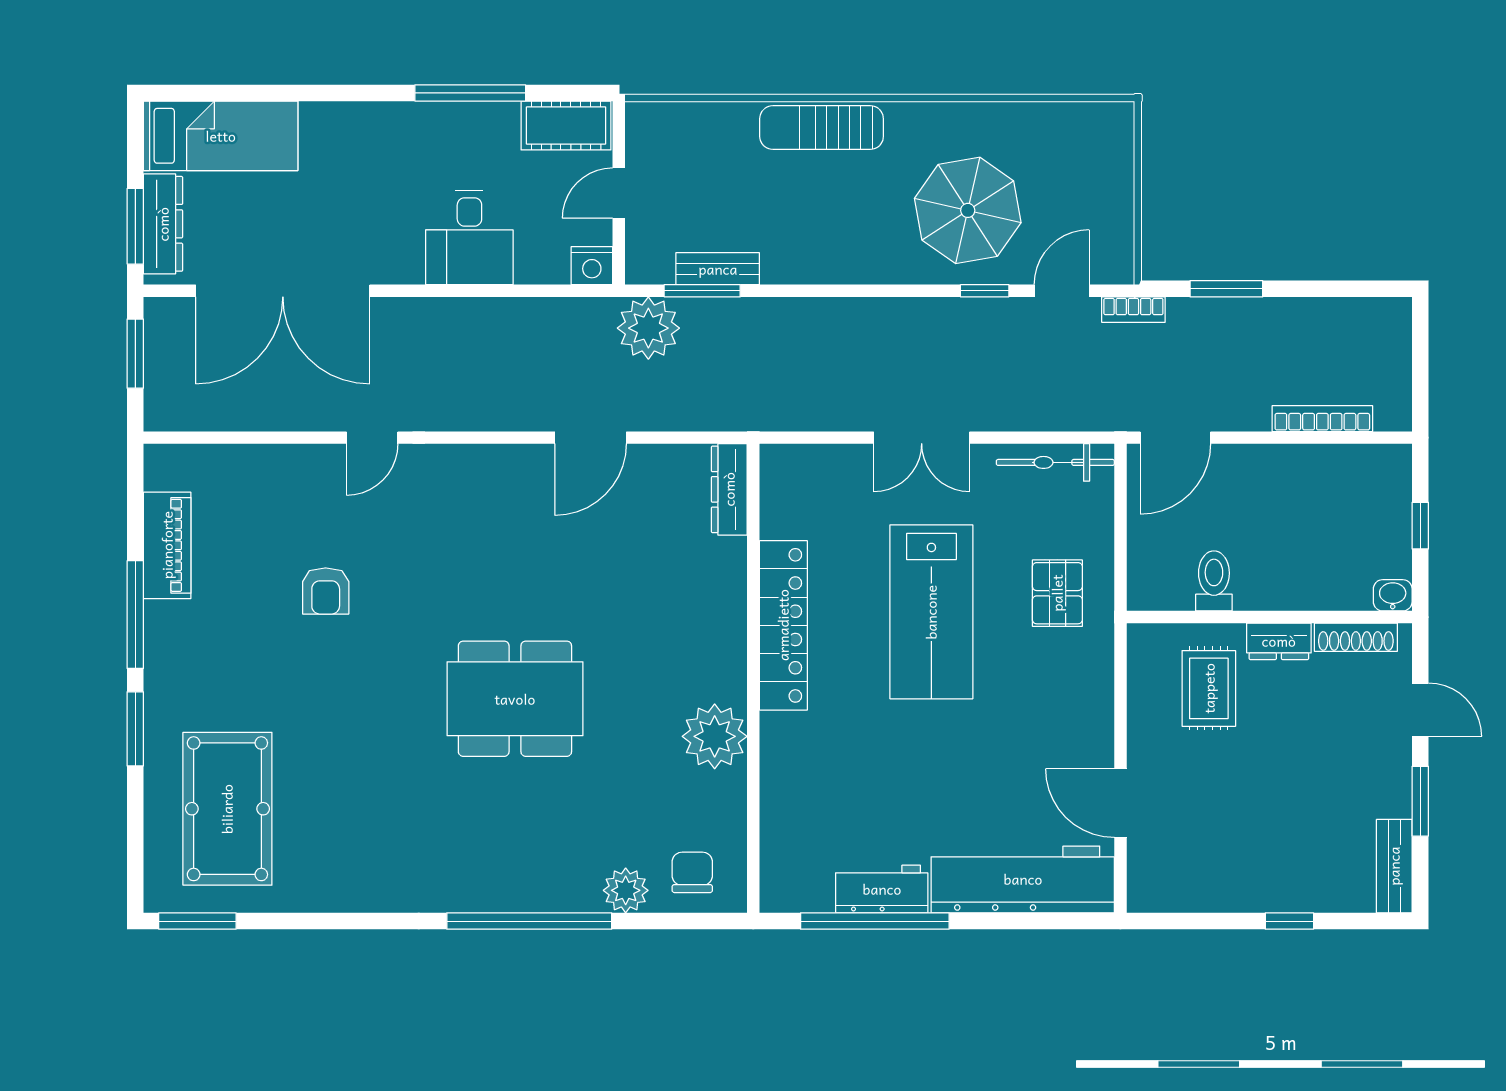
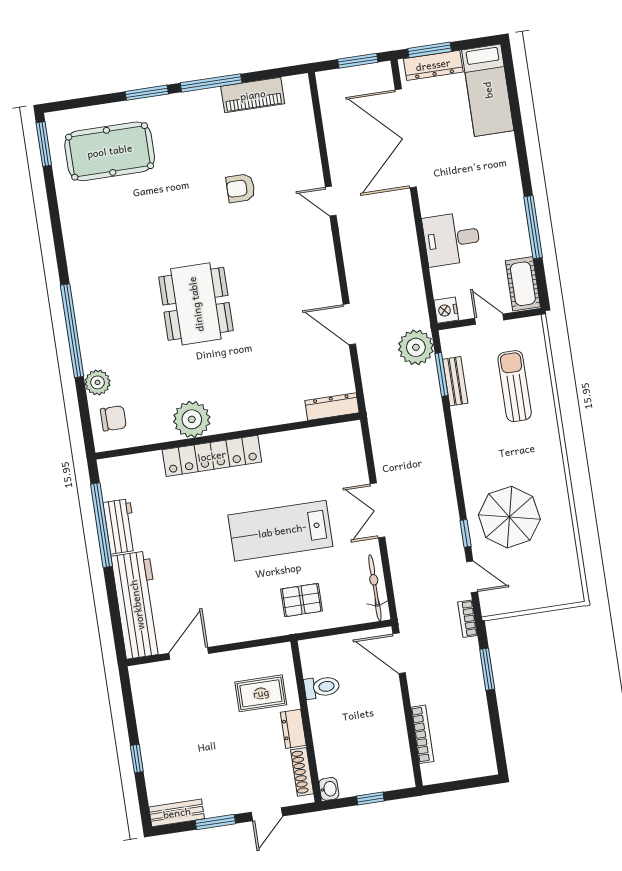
sun lounger: (822, 128) -> (515, 386), moved
locker: (783, 625) -> (212, 456), moved

